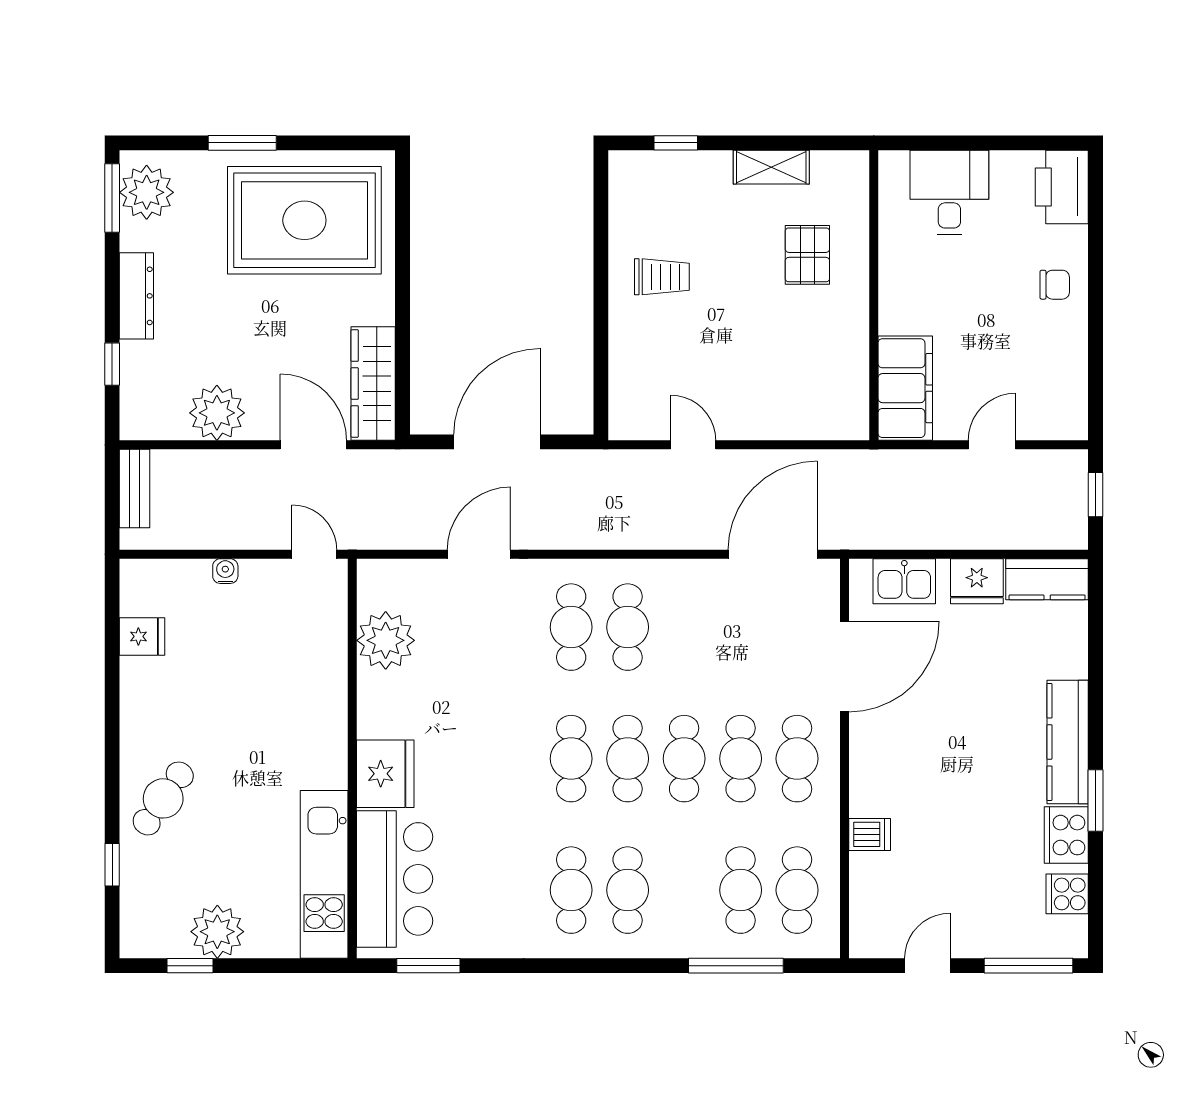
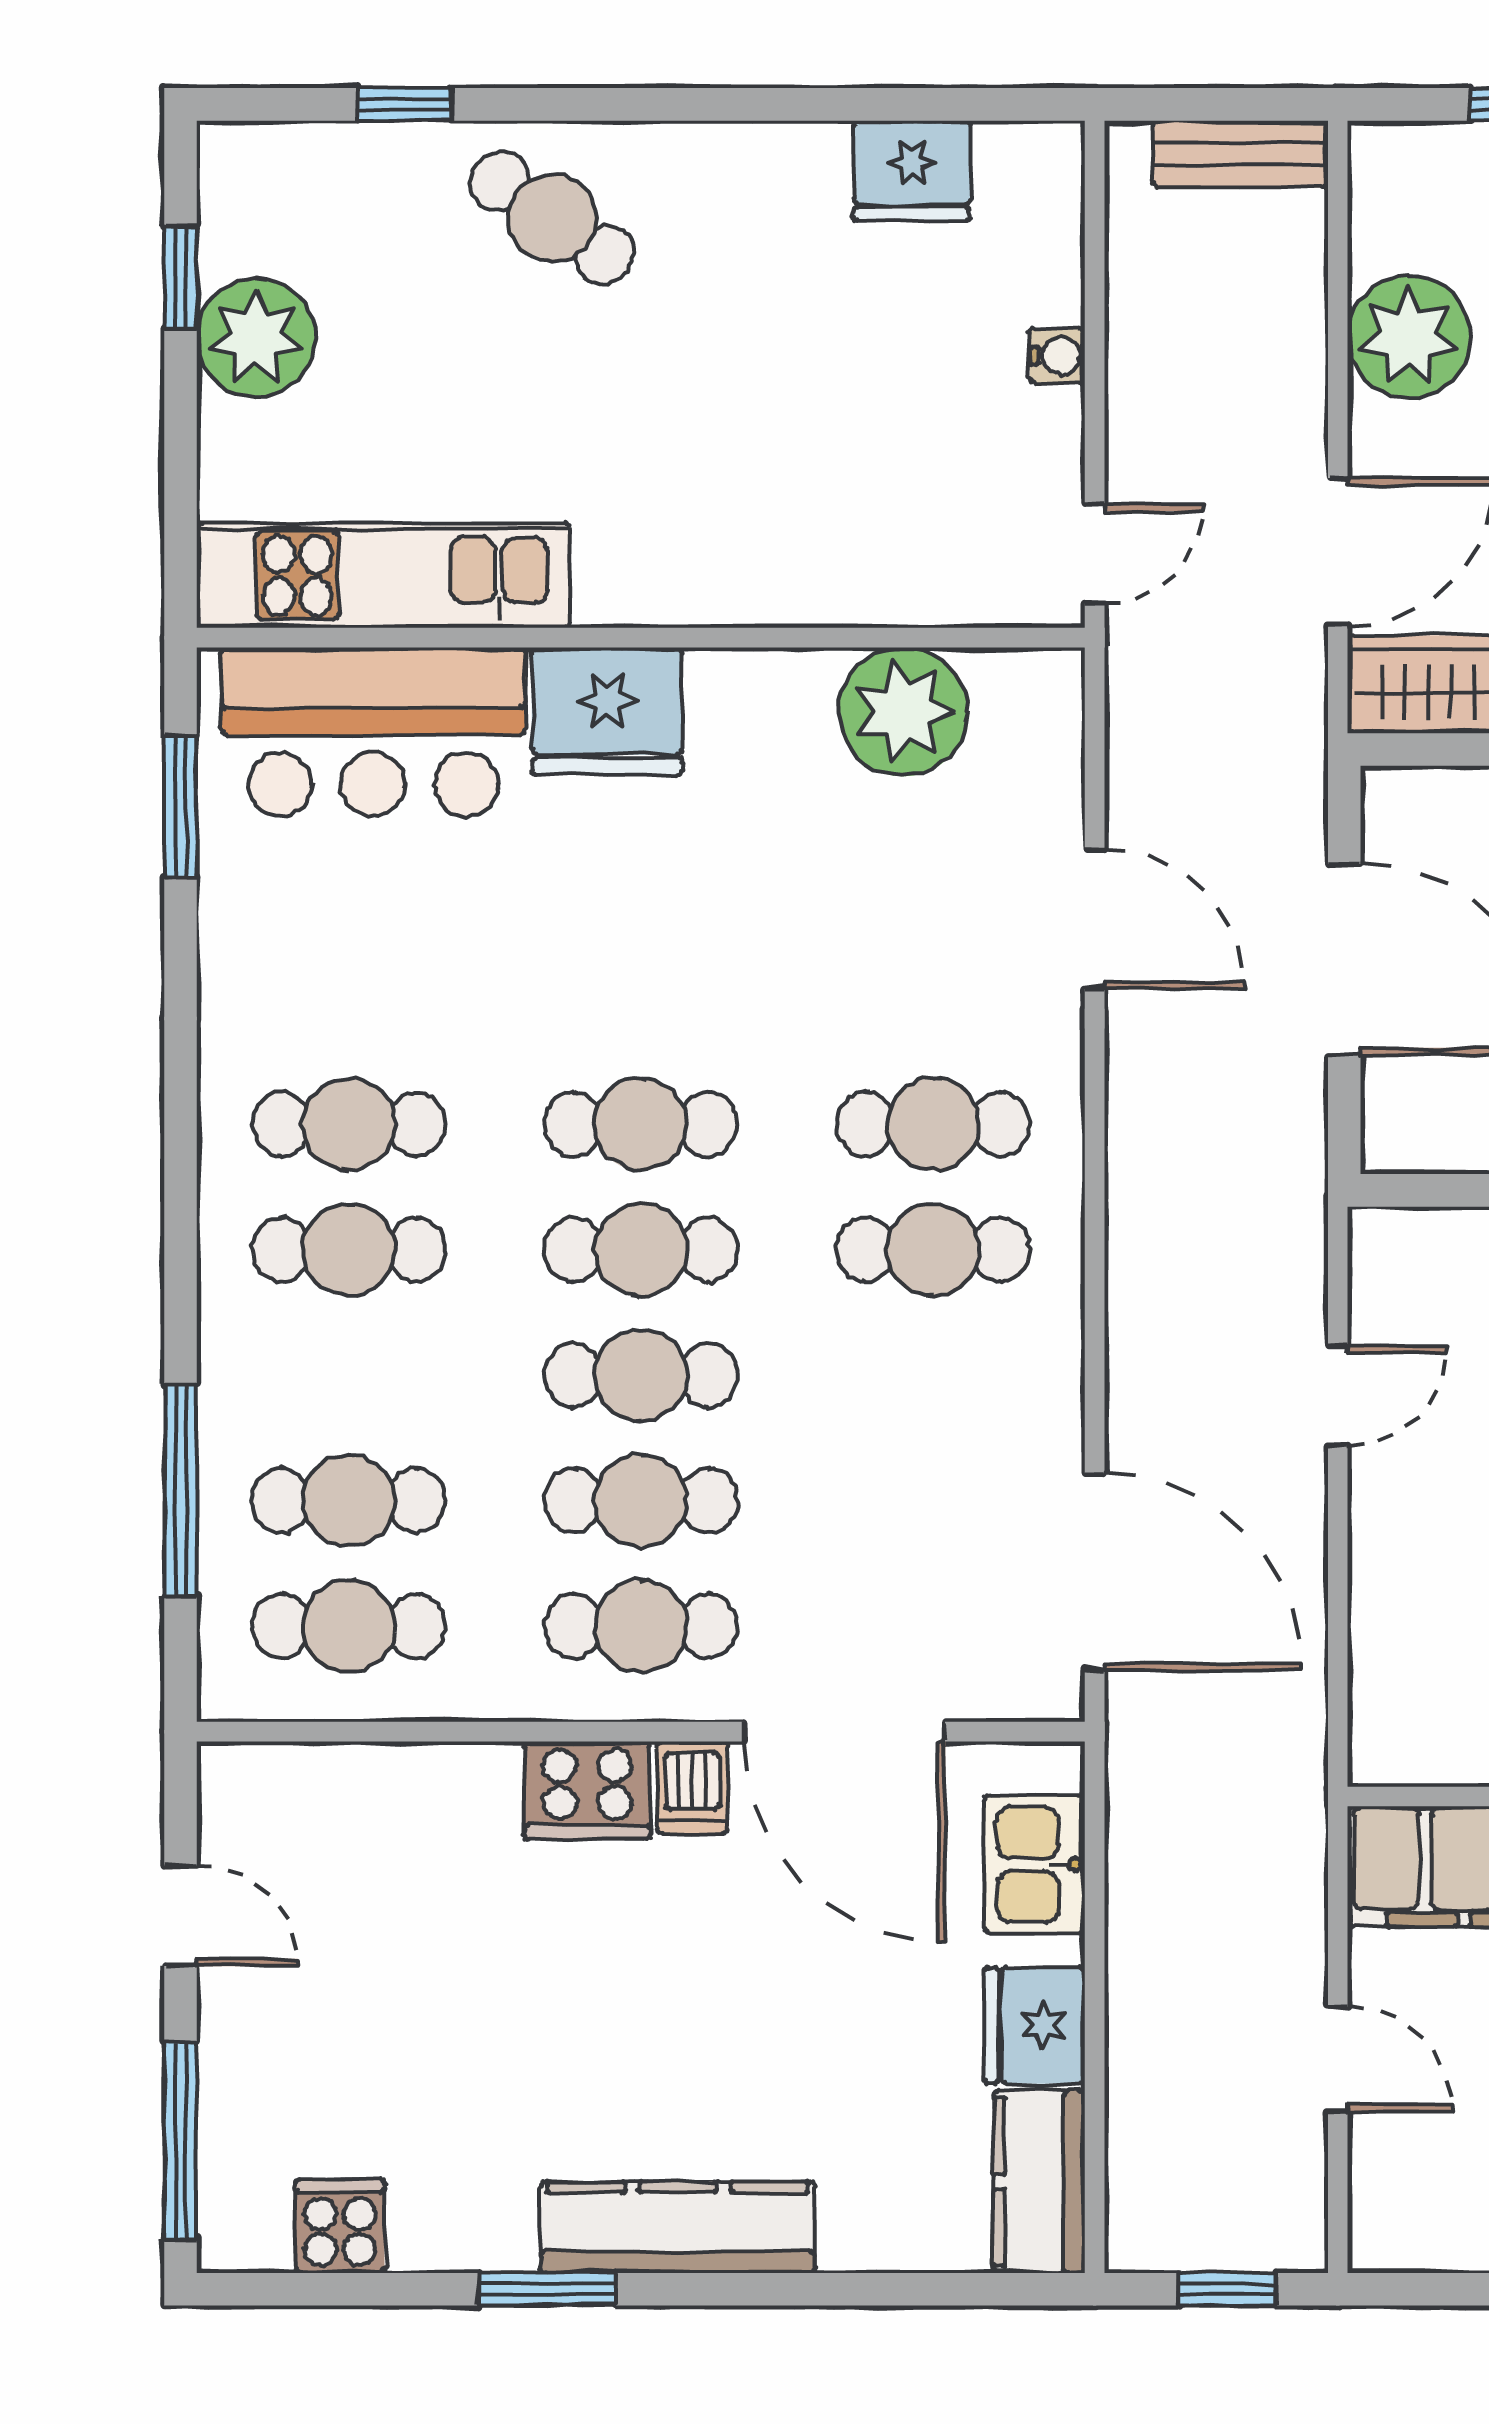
fridge: (142, 636) -> (912, 171), width x1.38
dishwasher: (870, 834) -> (692, 1787), moved
cooker: (1066, 835) -> (587, 1790), moved, turned 180

